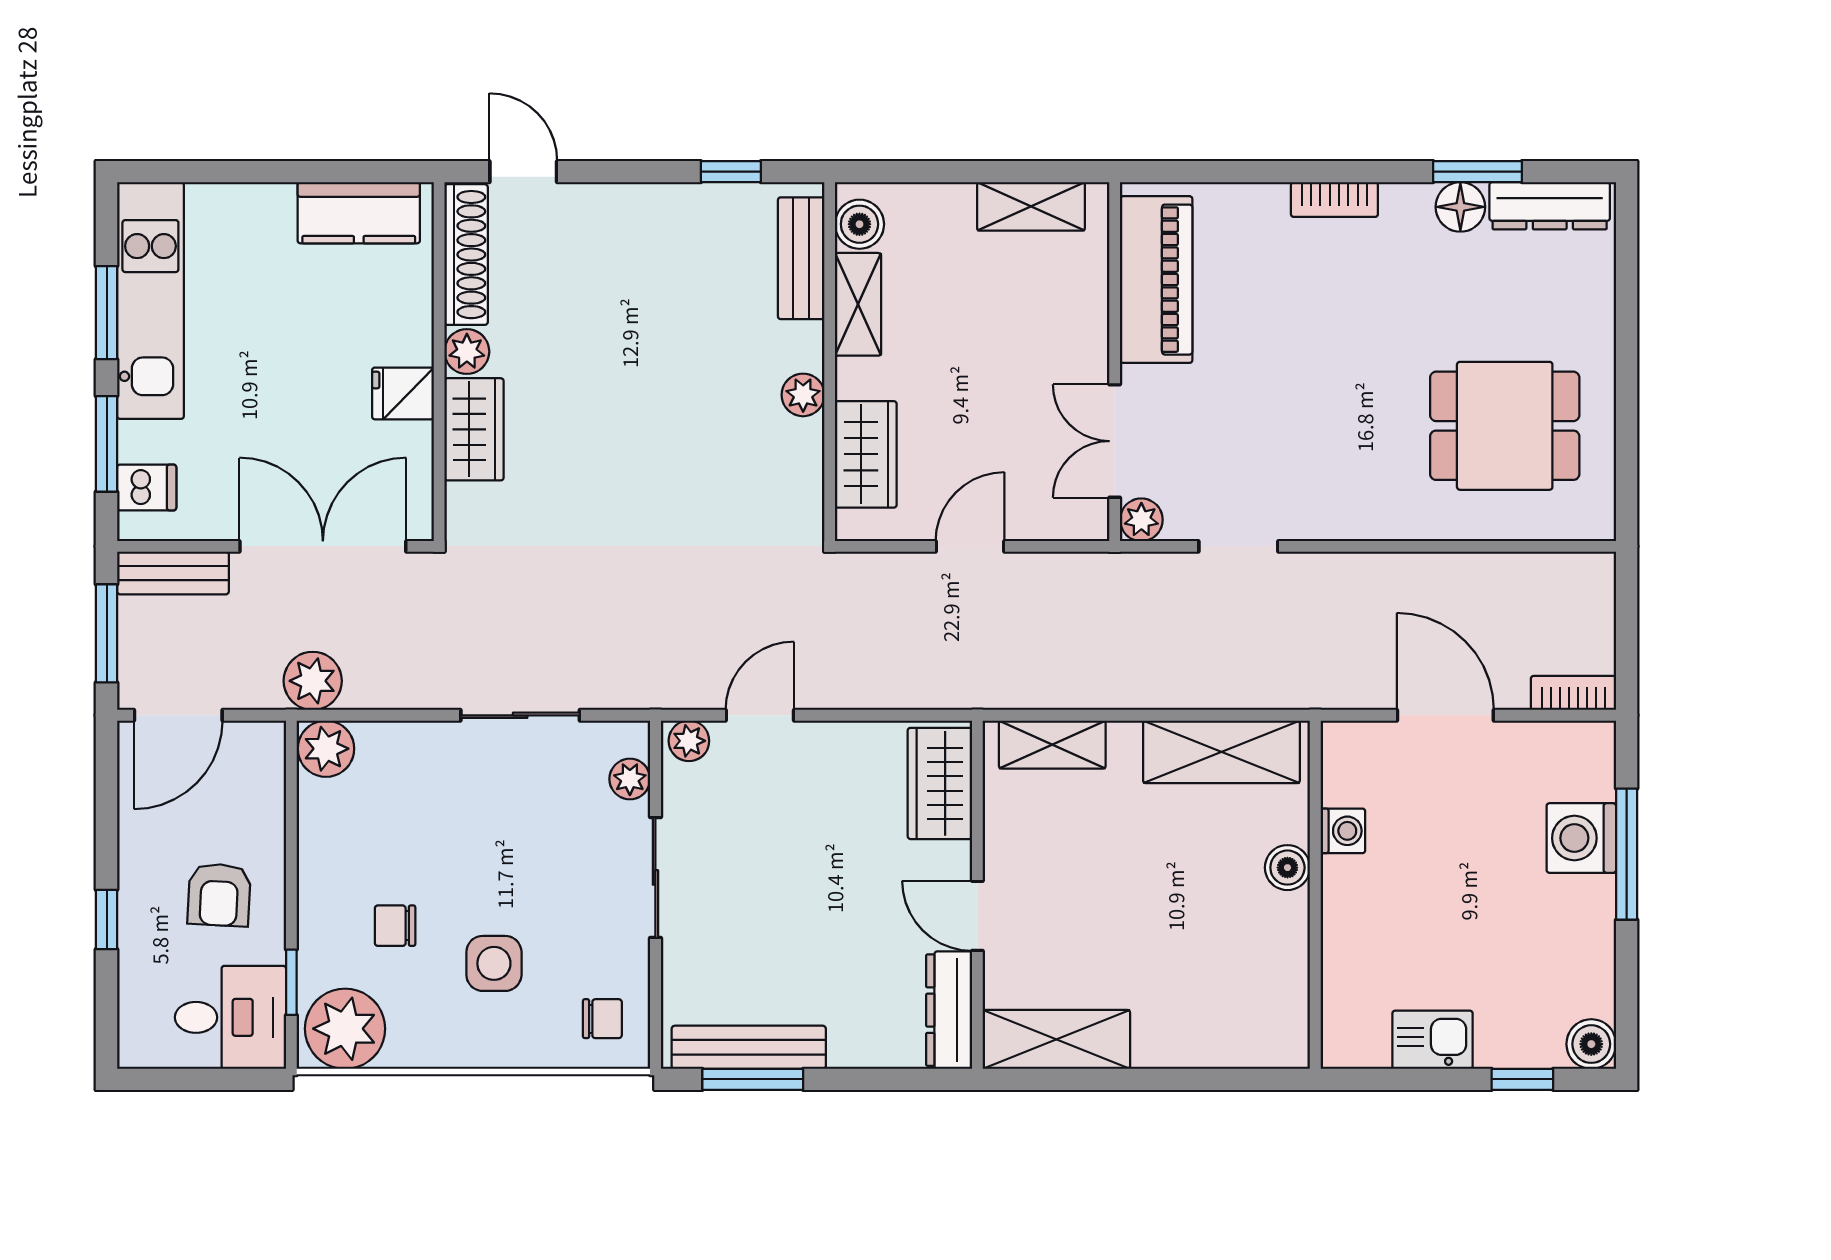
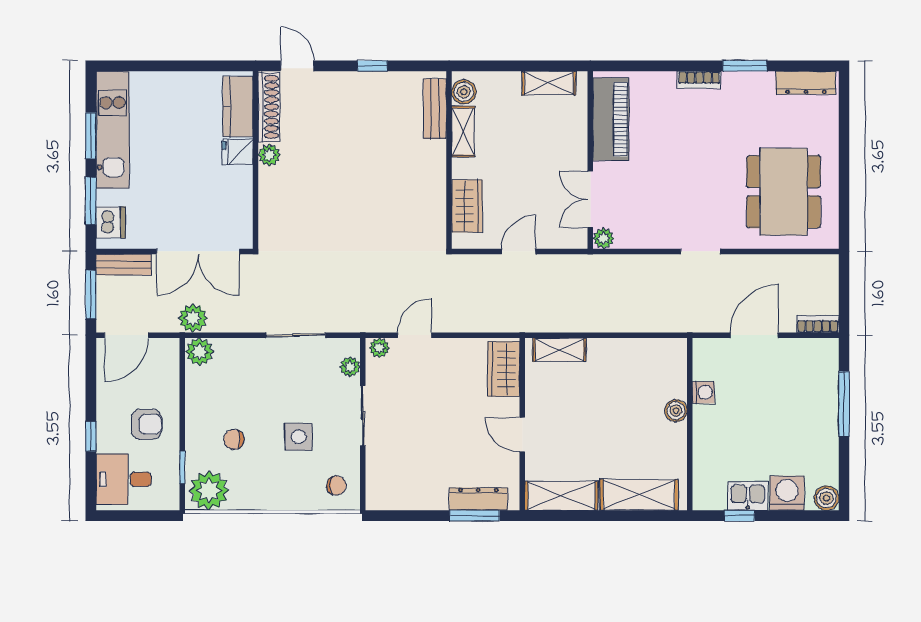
window: (731, 172) -> (372, 66), moved
window: (1478, 172) -> (745, 66), moved
floor lamp: (1460, 207) -> (762, 83), removed
kitchen counter: (359, 213) -> (238, 107), moved, turned 90
fridge: (403, 393) -> (238, 152), moved
plant: (803, 395) -> (436, 176), removed
dining table: (1505, 426) -> (784, 192), width x1.38
wardrobe: (474, 429) -> (273, 193), removed
dishwasher: (147, 487) -> (111, 222), width x1.38
double door: (323, 546) -> (198, 251), swing flipped
doorway: (1238, 546) -> (700, 251), moved
door: (1445, 715) -> (754, 335), hinge flipped
shelving: (1221, 752) -> (639, 495), moved
washing machine: (1581, 838) -> (787, 493), moved, turned 90
armchair: (219, 895) -> (147, 424), turned -93
side table: (494, 963) -> (299, 437), moved
dresser: (949, 1010) -> (478, 499), moved, turned 90
desk: (230, 1017) -> (124, 479), moved, turned 180
bench: (749, 1047) -> (409, 500), removed
window: (753, 1079) -> (475, 516), moved
window: (1522, 1079) -> (739, 516), moved

